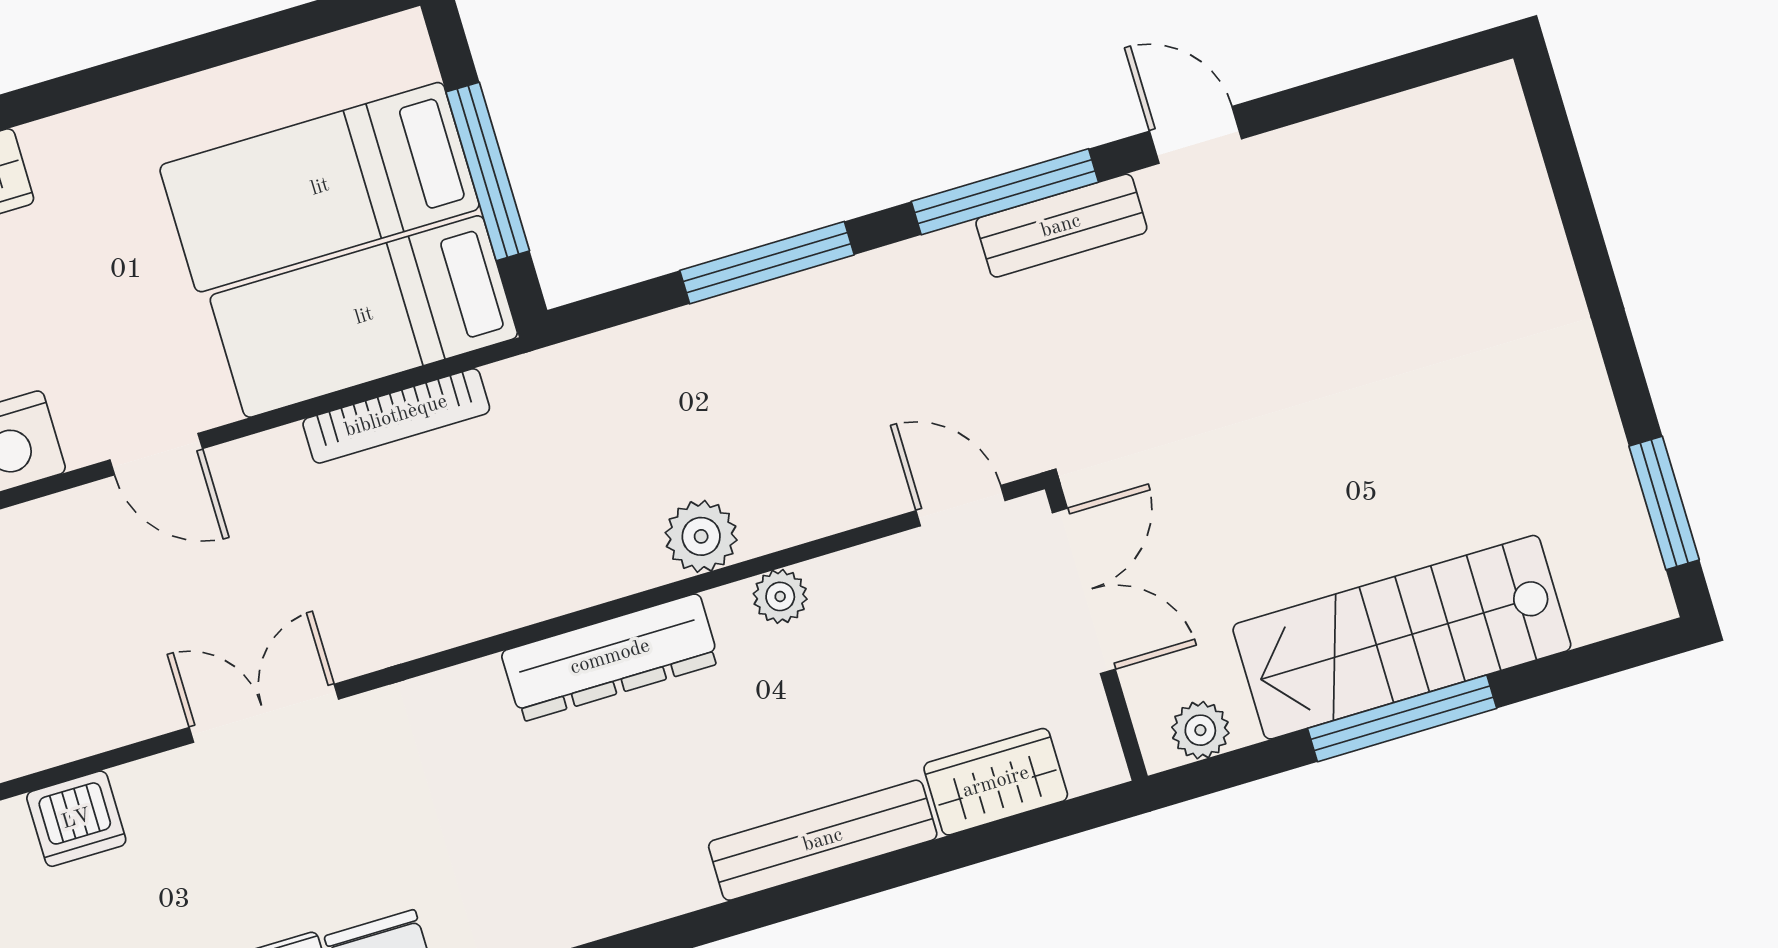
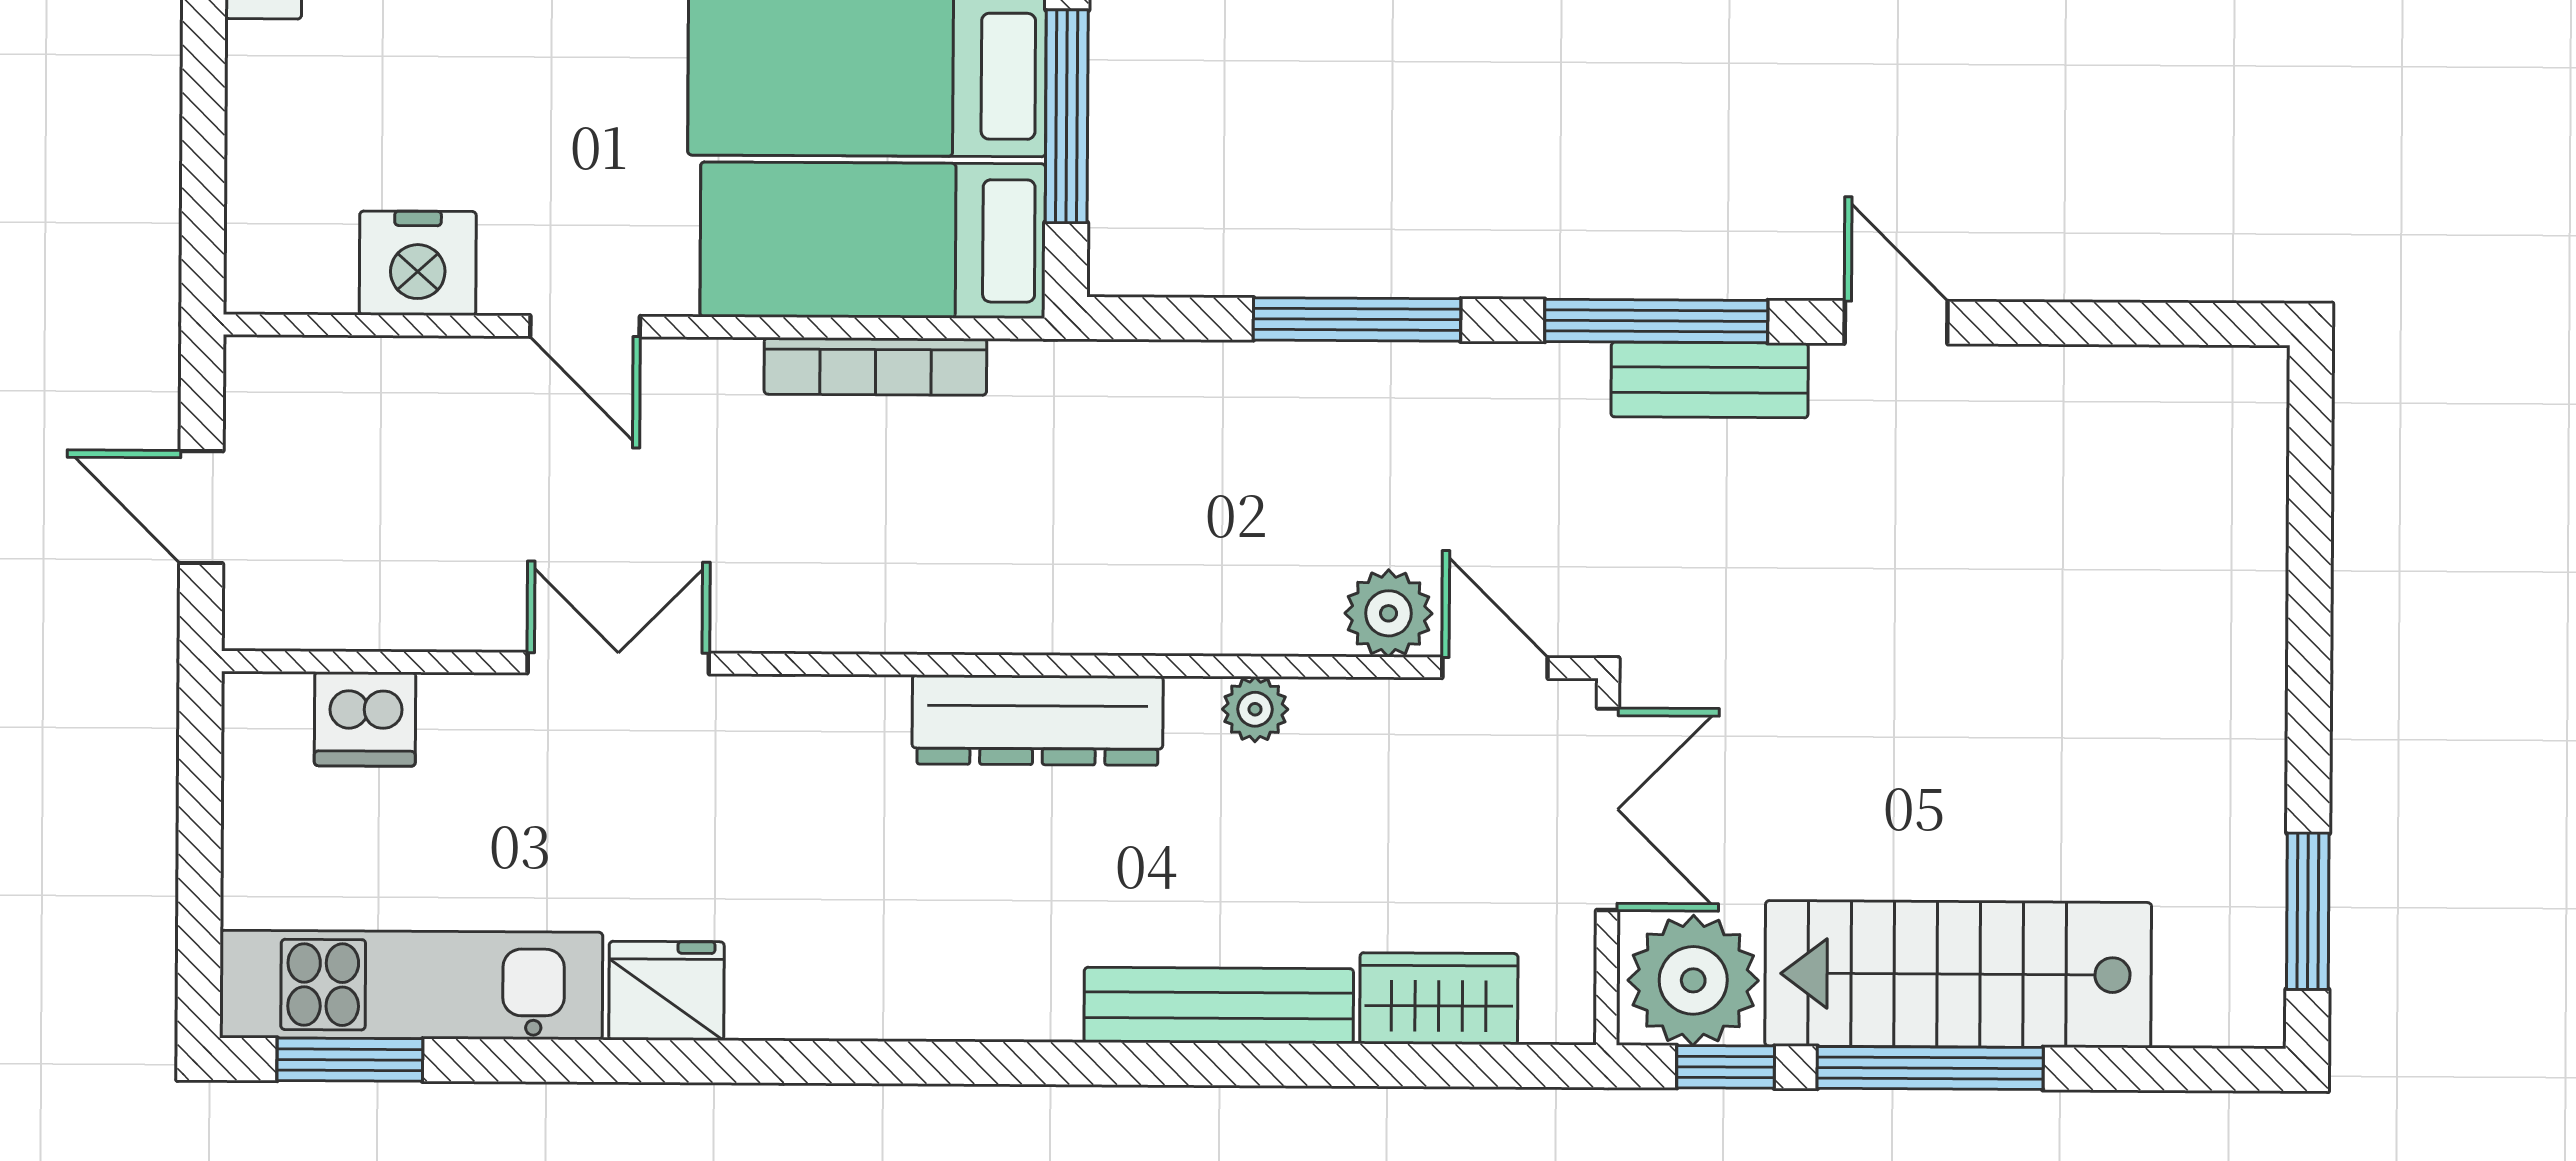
plant: (701, 536) -> (1389, 613), moved
plant: (1200, 730) -> (1693, 980), width x1.87, depth x1.87
window: (1240, 767) -> (1726, 1067), added

